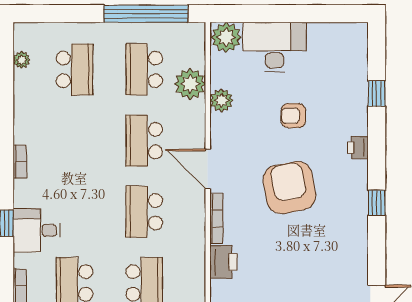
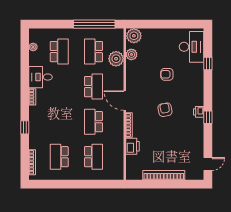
desk: (275, 47) -> (192, 47), moved, turned 90
plant: (221, 100) -> (131, 54), moved
school desk: (144, 141) -> (93, 87), turned 180
printer: (358, 148) -> (199, 112), moved
armchair: (289, 188) -> (165, 110), width x0.53, depth x0.53
desk: (37, 230) -> (41, 77), moved

